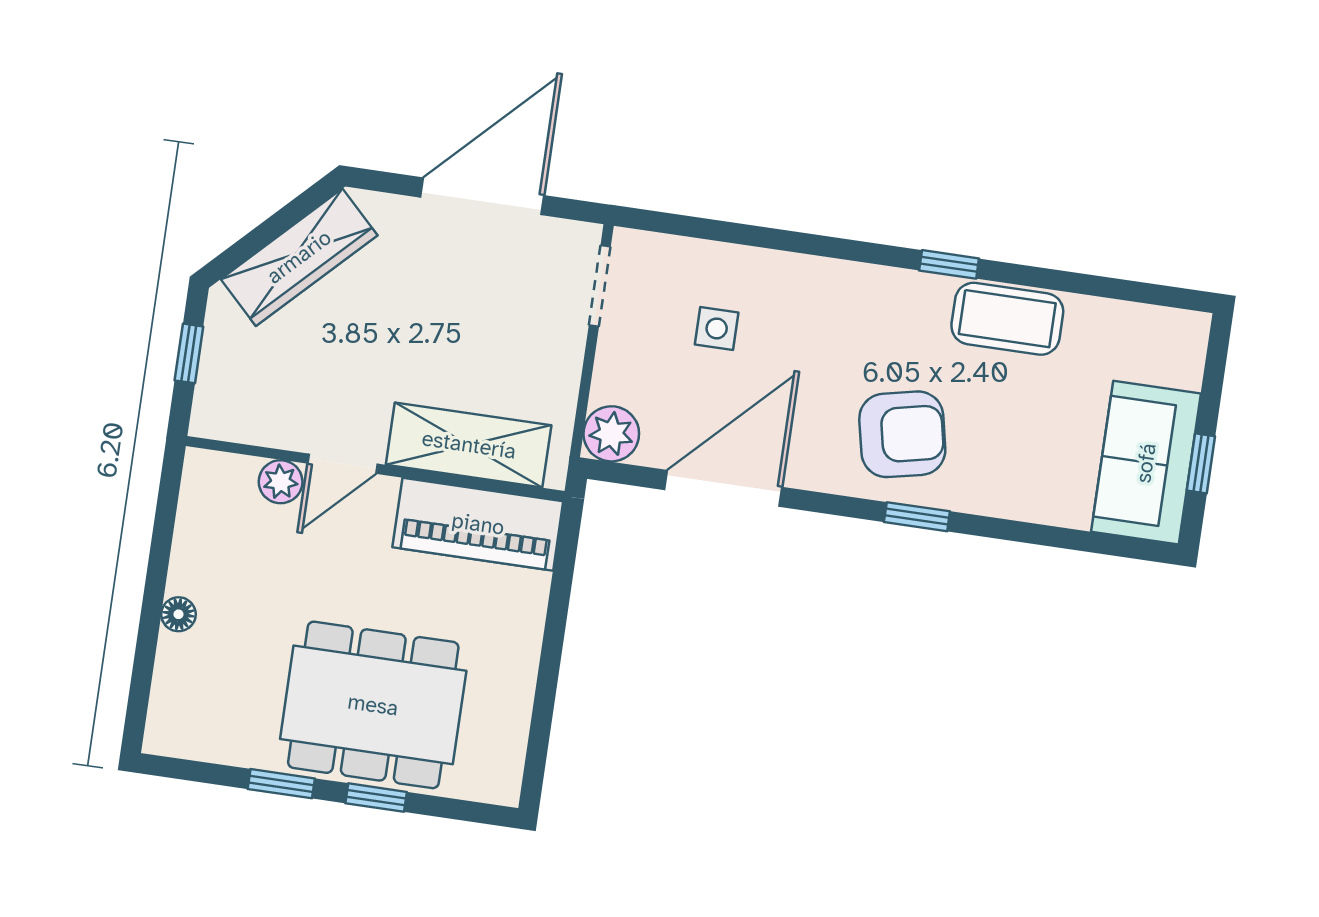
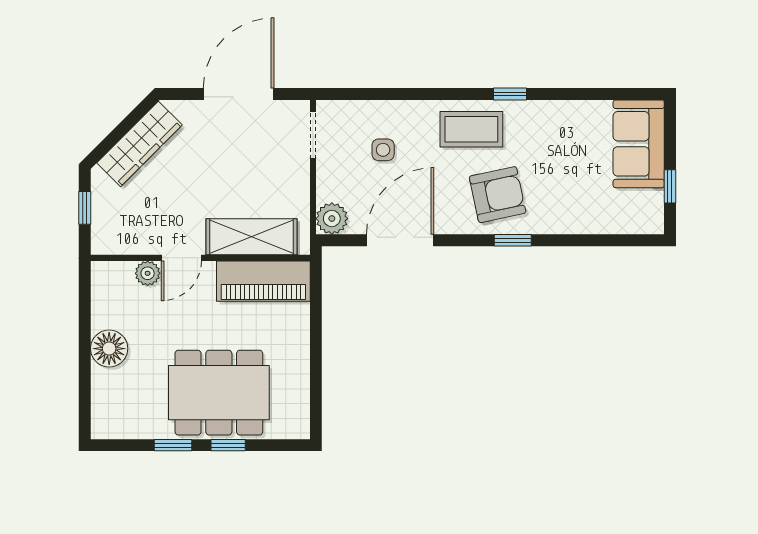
coffee table: (1007, 319) -> (471, 129), moved
sofa: (1146, 463) -> (639, 144), moved
floor lamp: (178, 614) -> (109, 349), width x1.89, depth x1.89

